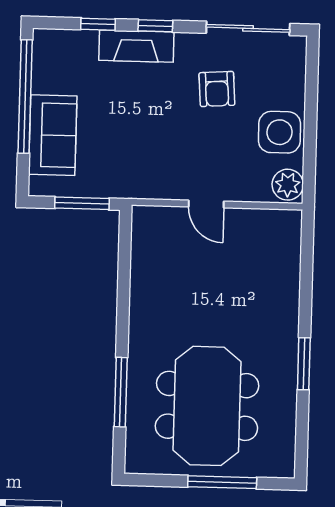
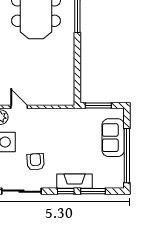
window: (98, 24) -> (93, 191), width x1.50
door: (206, 204) -> (19, 107), moved

